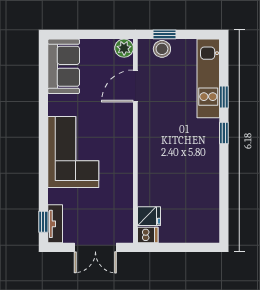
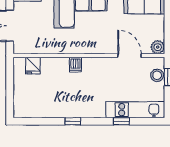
window: (224, 133) -> (73, 121), moved
dishwasher: (148, 235) -> (75, 65), moved

